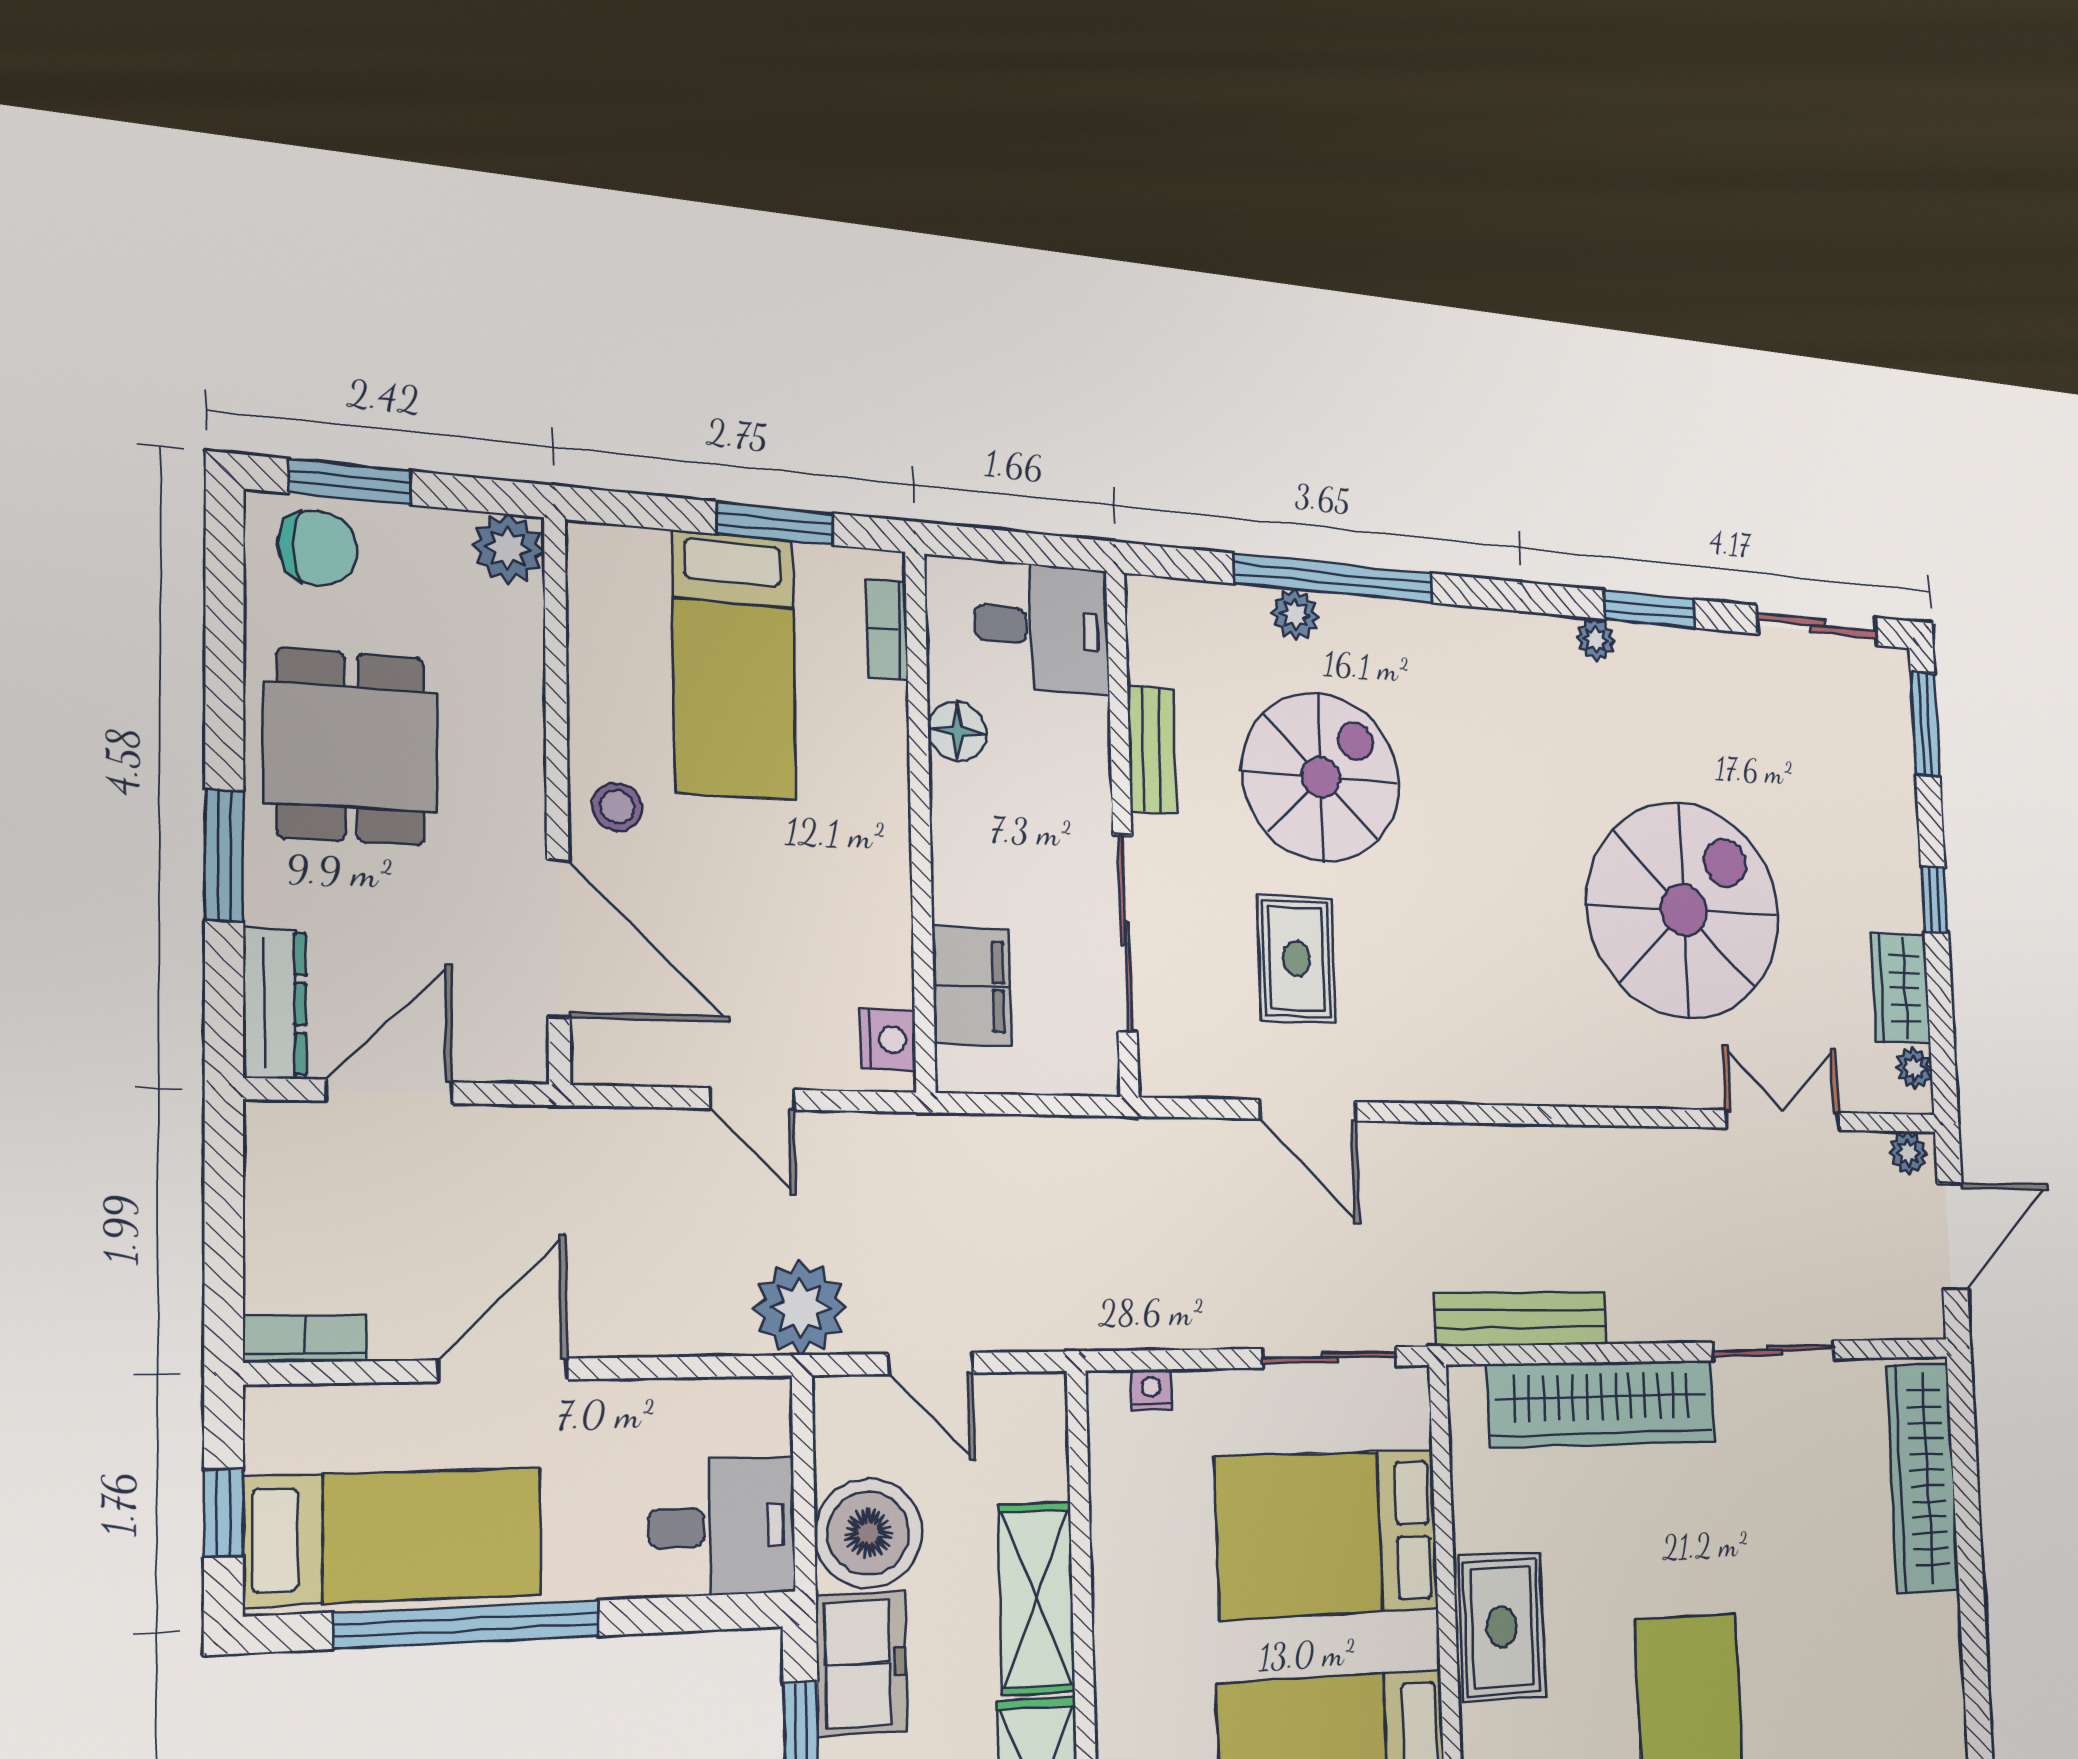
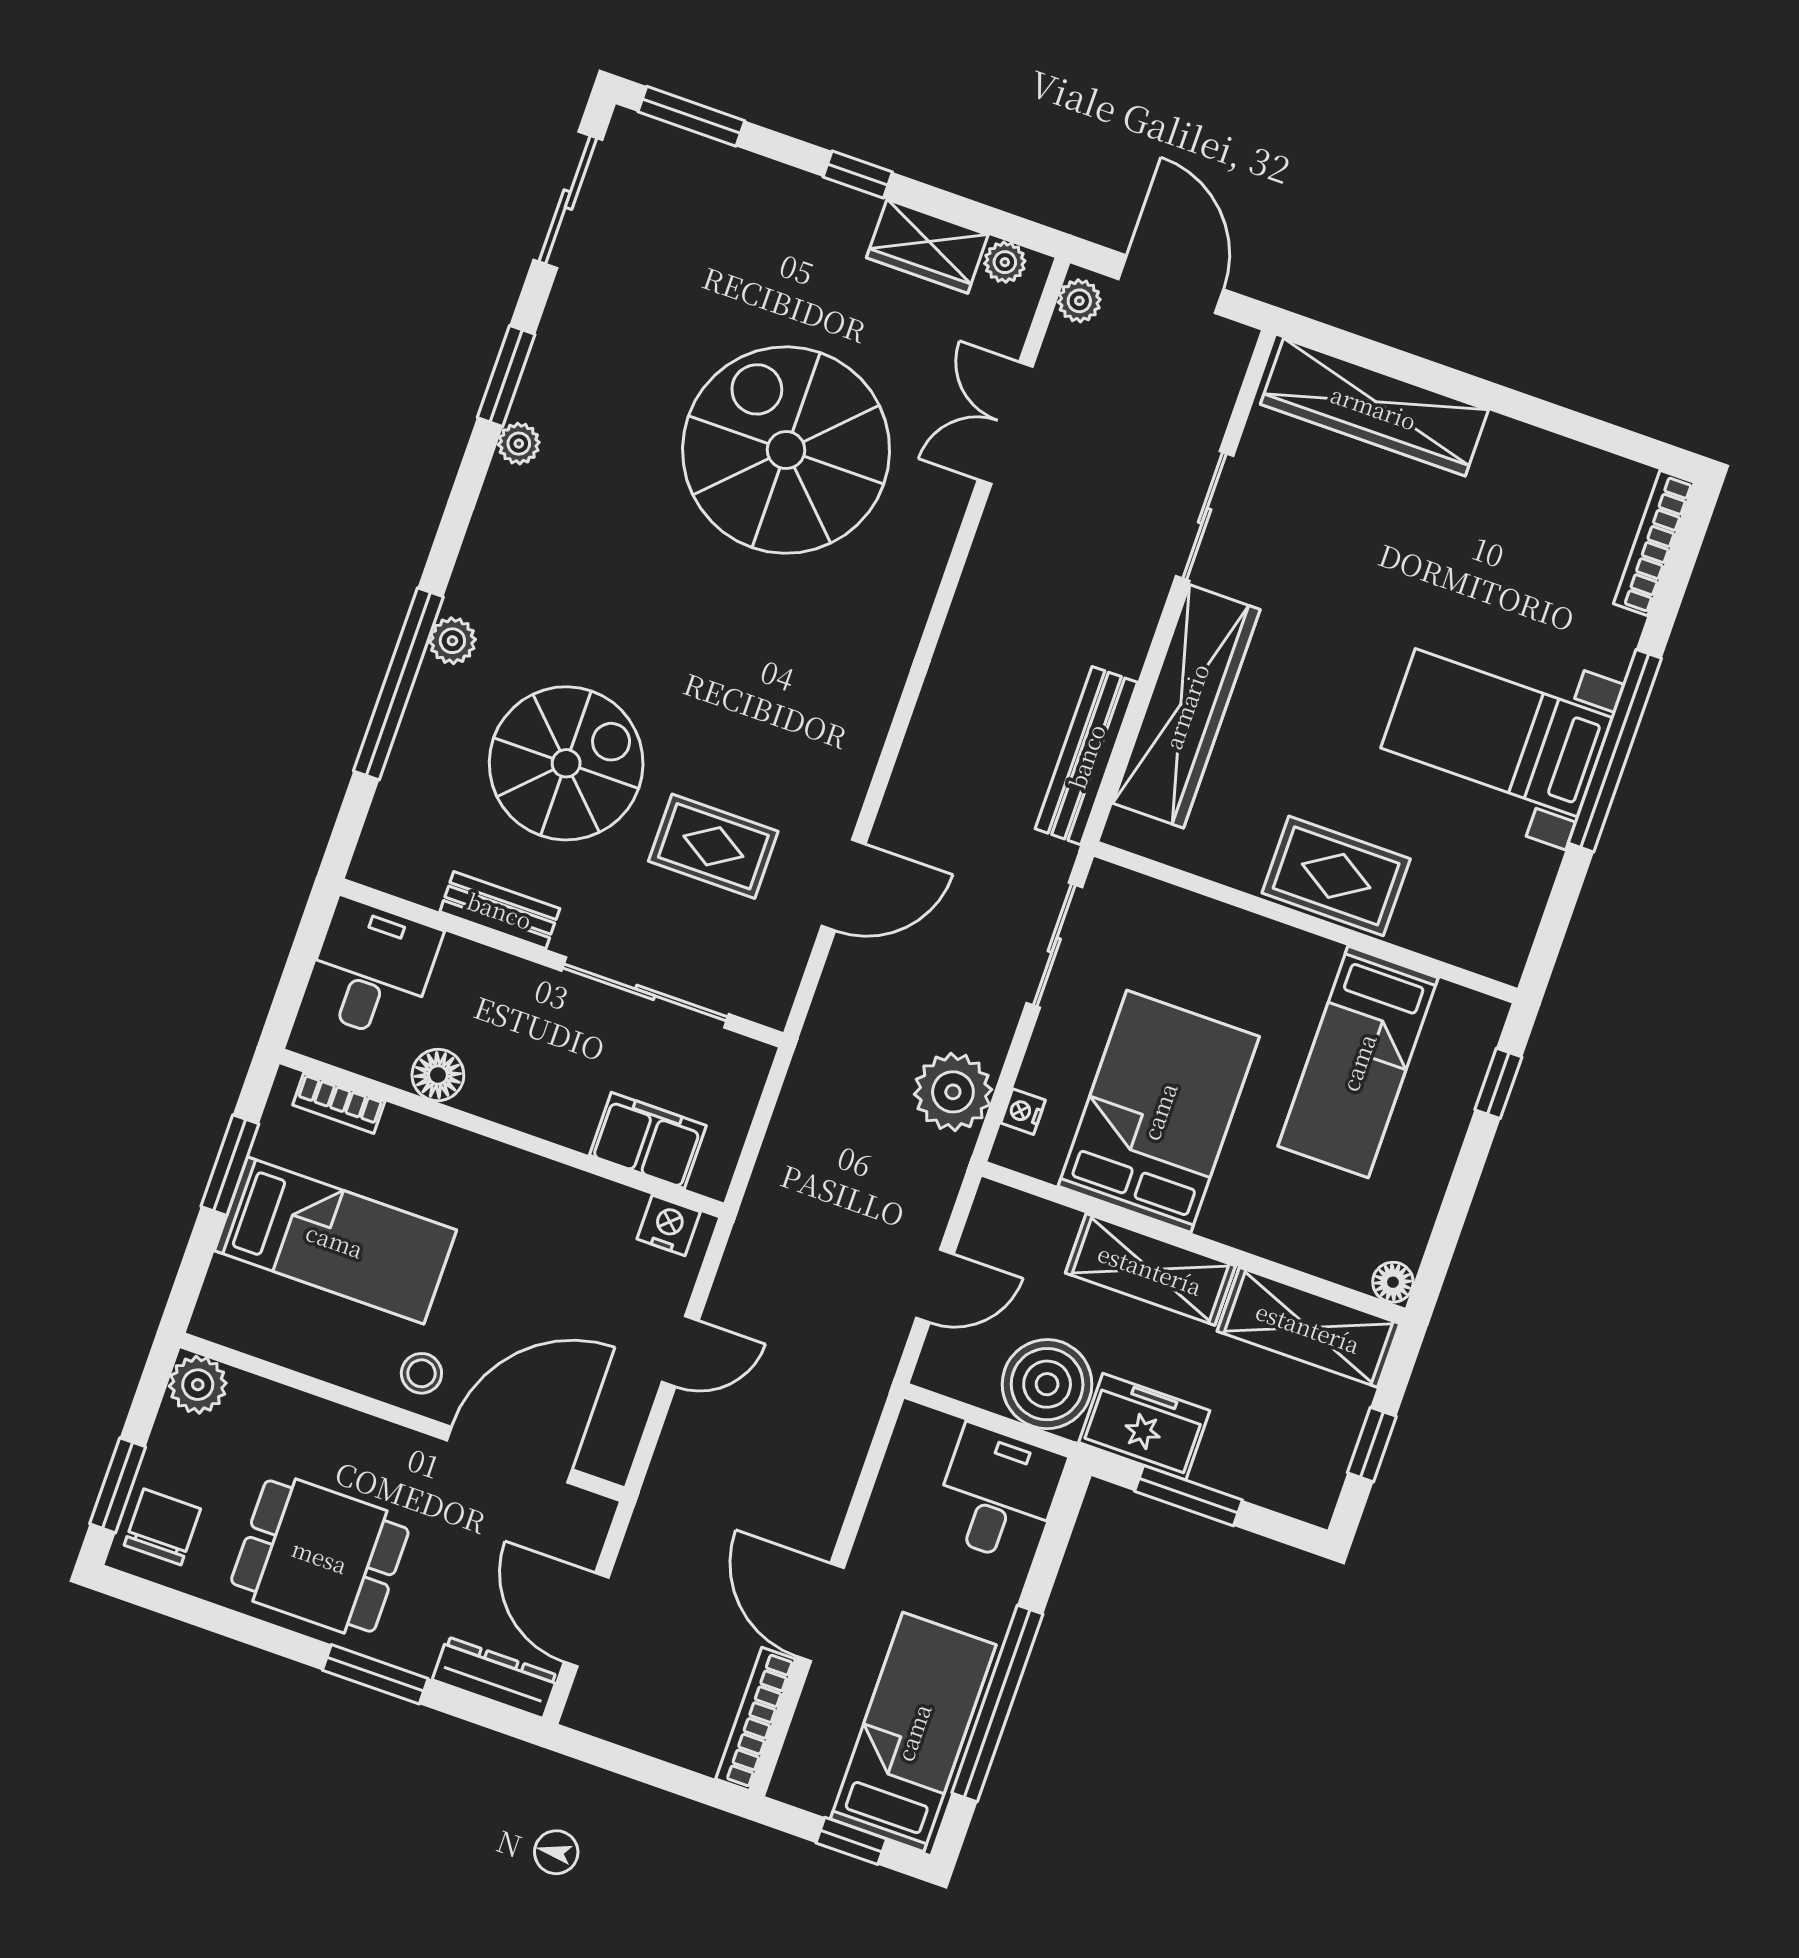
plant: (1295, 614) -> (452, 641), moved
spiral stairs: (1321, 777) -> (566, 763), turned 90
plant: (800, 1308) -> (953, 1092), moved
bookcase: (305, 1339) -> (756, 1719), width x1.56
bed: (1328, 1534) -> (1159, 1111), moved, turned 180

